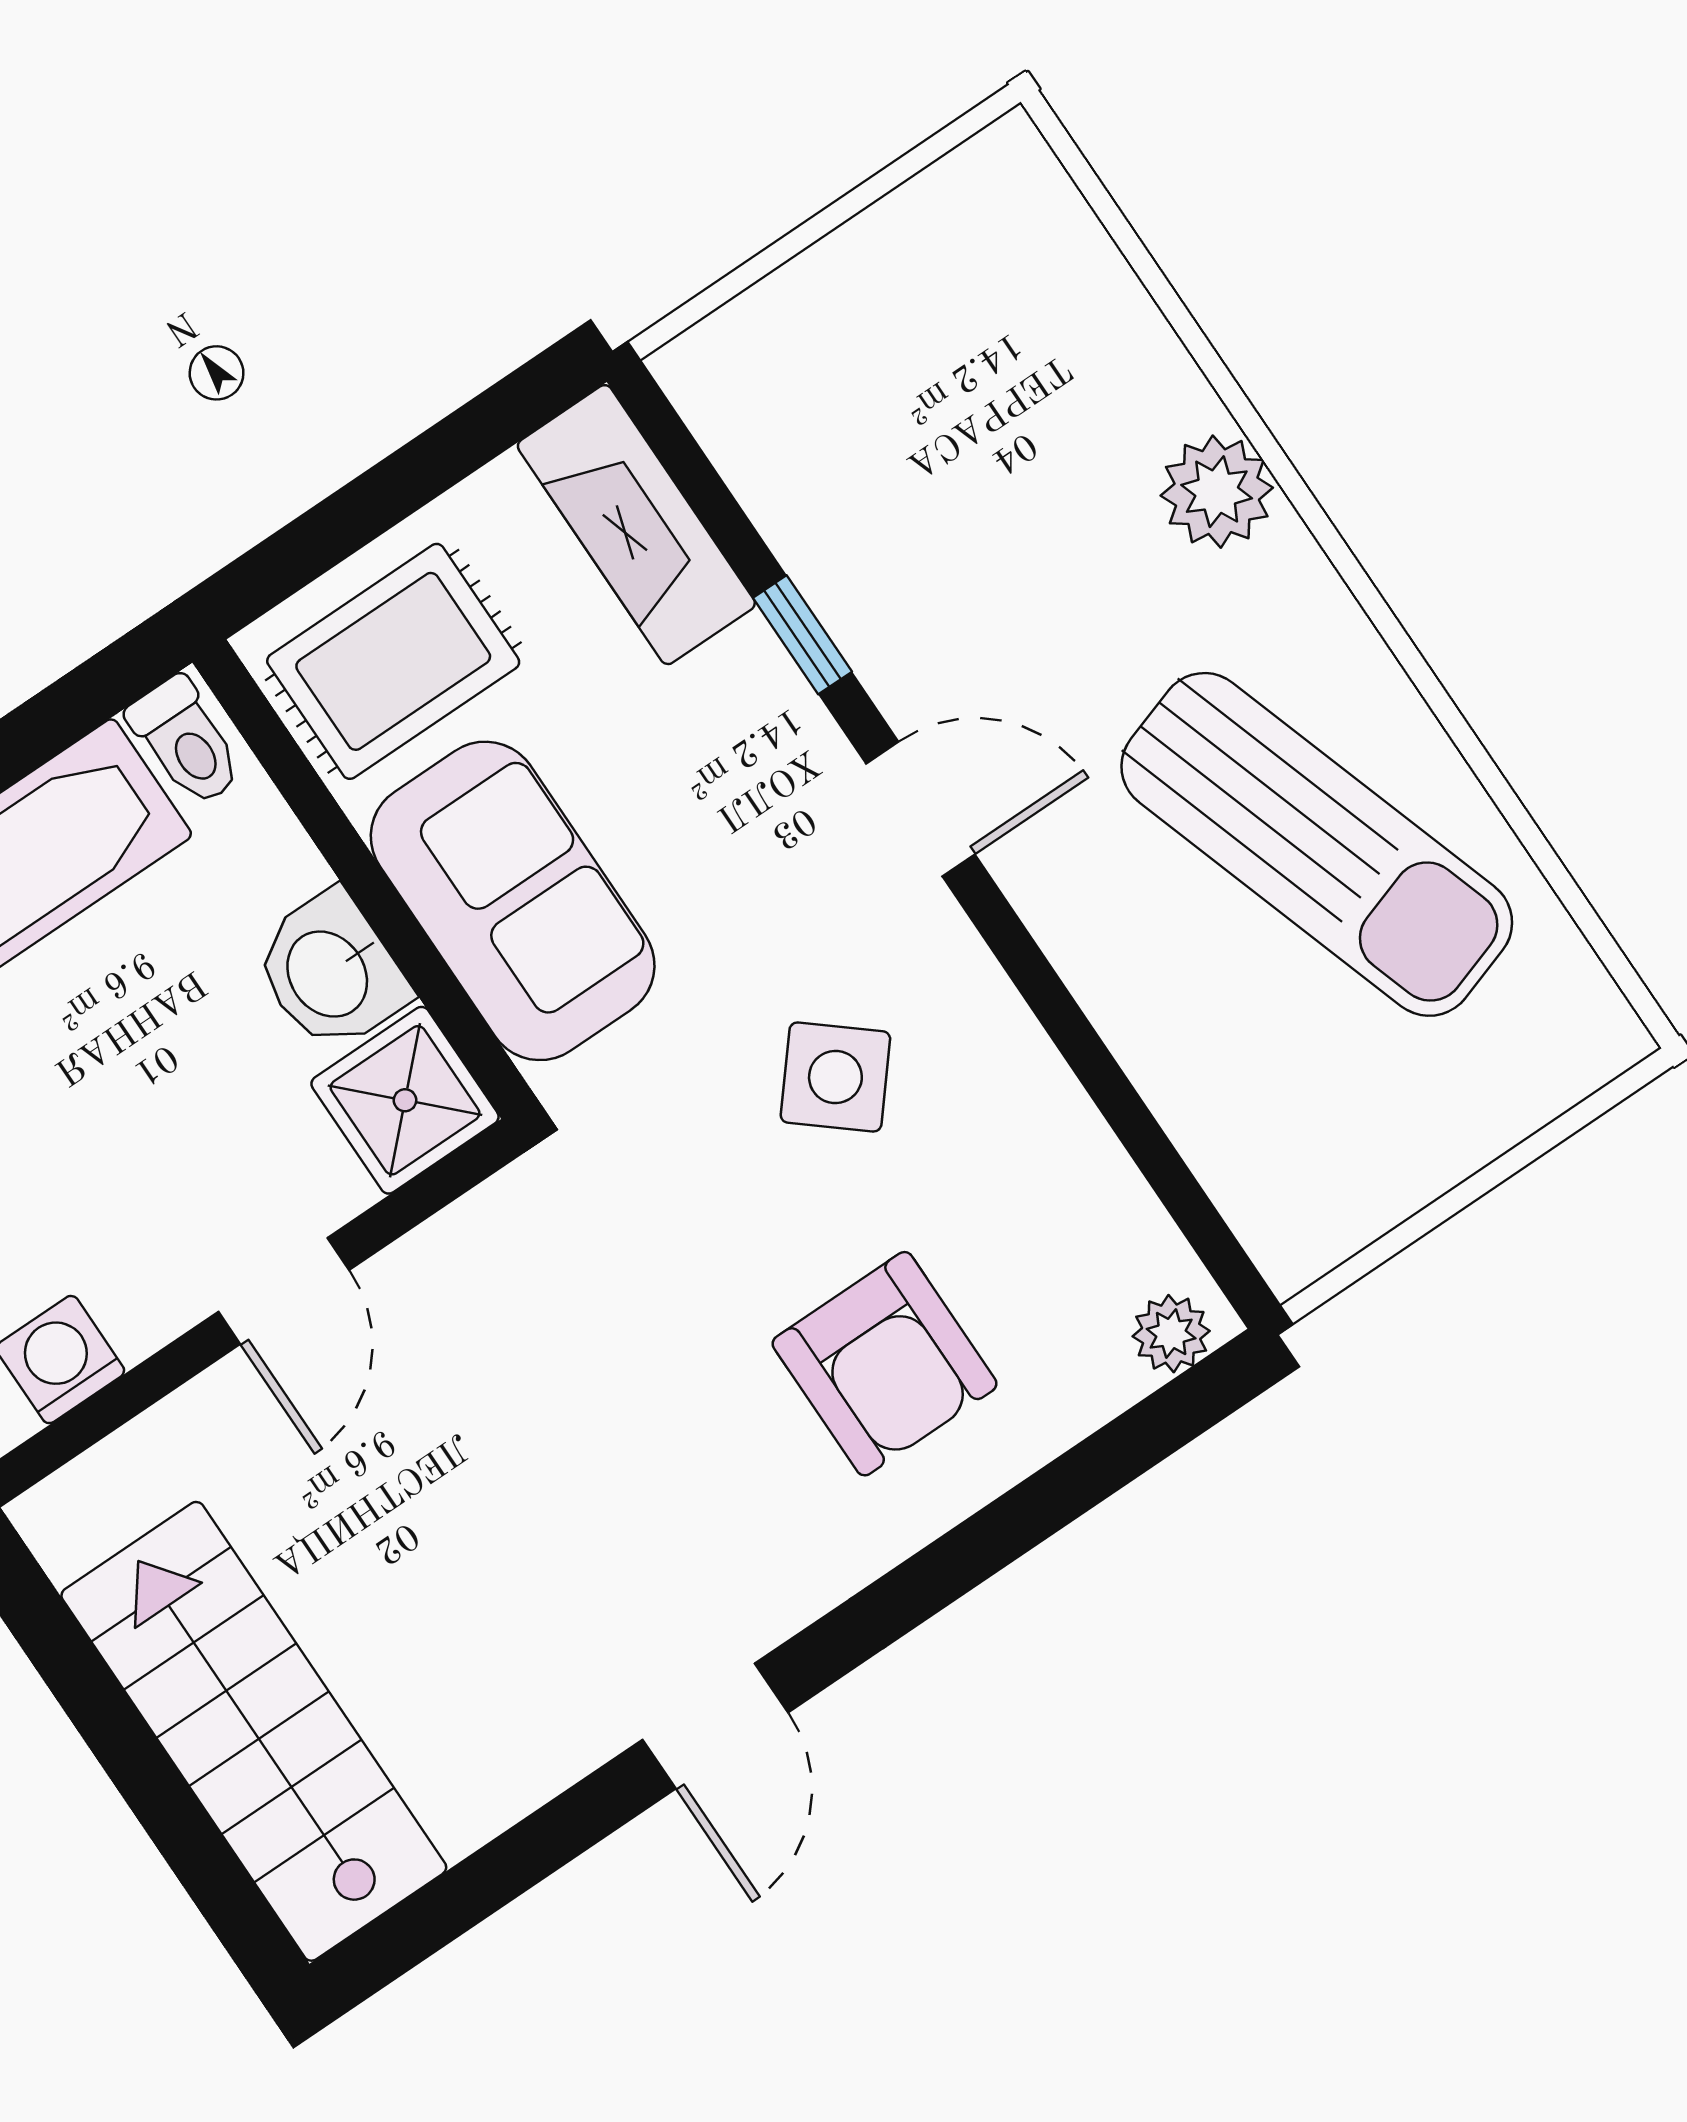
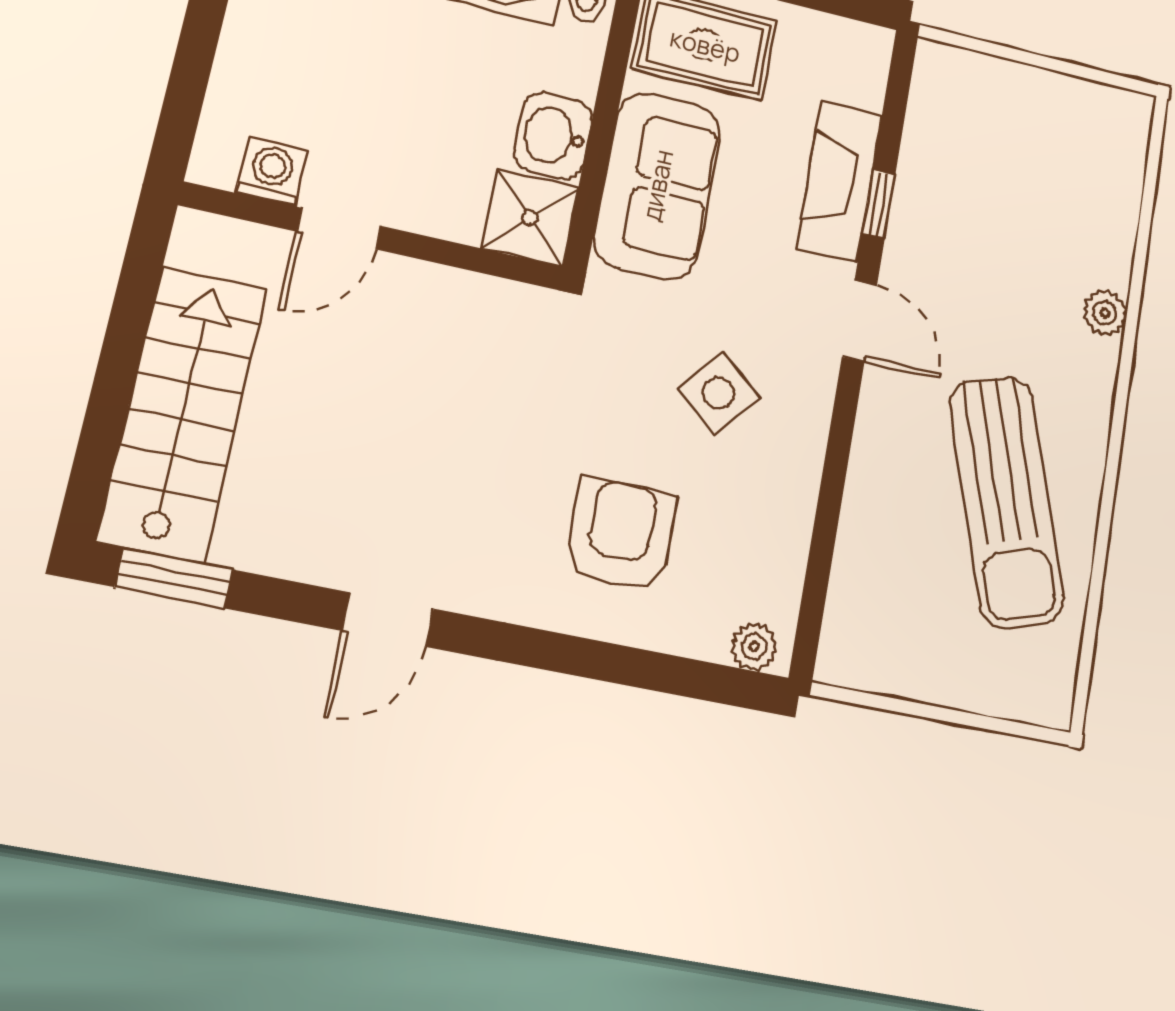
plant: (1217, 492) -> (1105, 313), width x0.73, depth x0.73
fireplace: (636, 525) -> (840, 182), moved
door: (284, 1291) -> (339, 229), moved
armchair: (885, 1364) -> (620, 535), turned 180
window: (435, 1916) -> (174, 578), added

